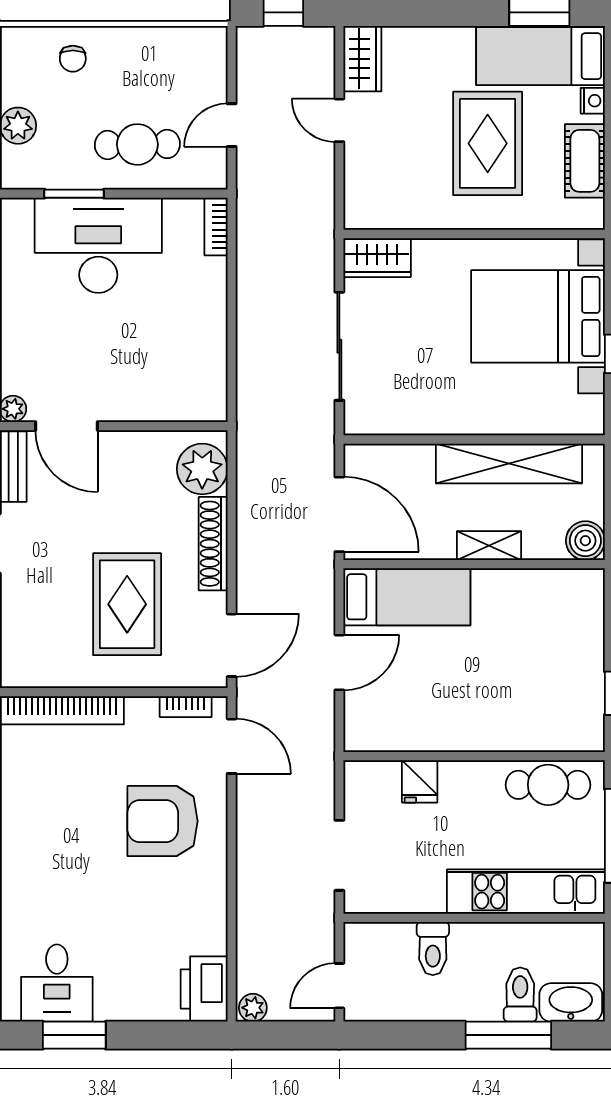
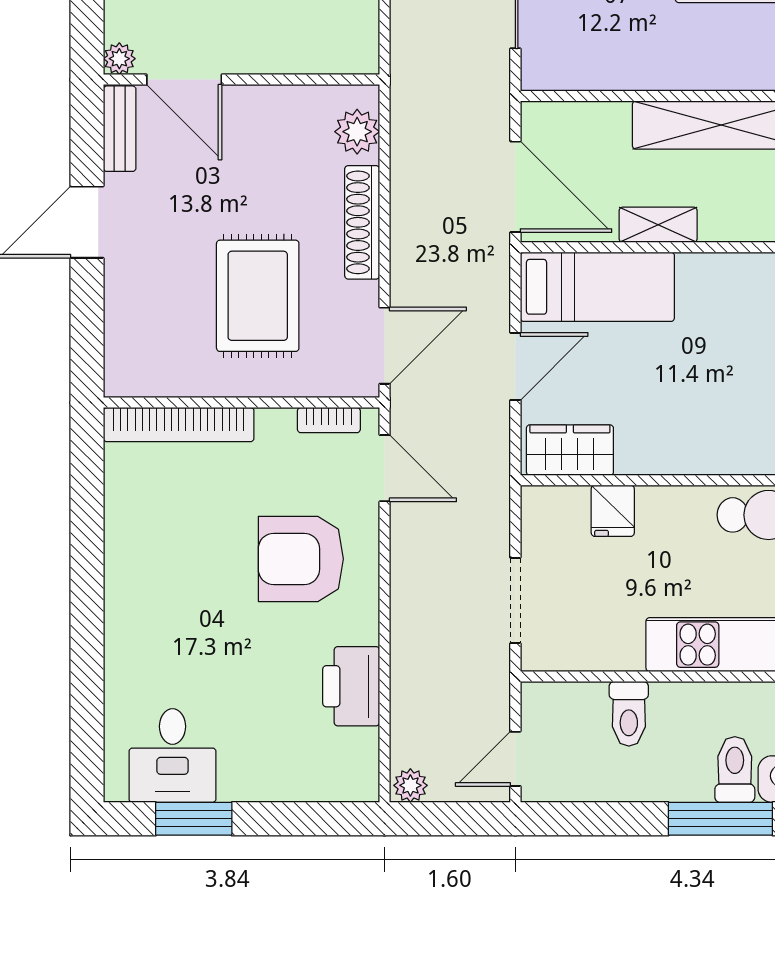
plant: (202, 469) -> (357, 132), width x0.73, depth x0.73
shelving: (489, 546) -> (658, 225), moved
wardrobe: (384, 731) -> (570, 450), added
printer: (204, 989) -> (351, 686), moved

